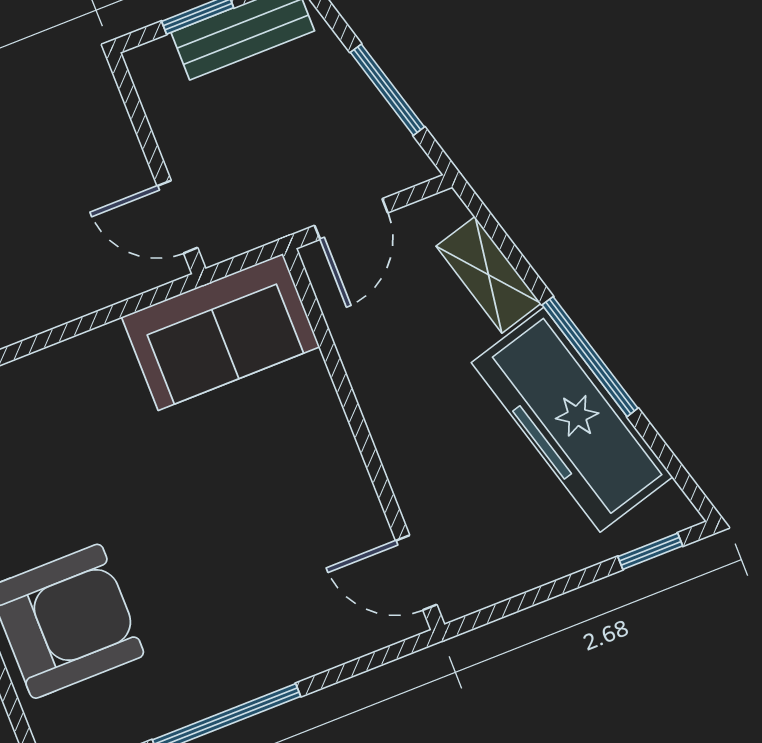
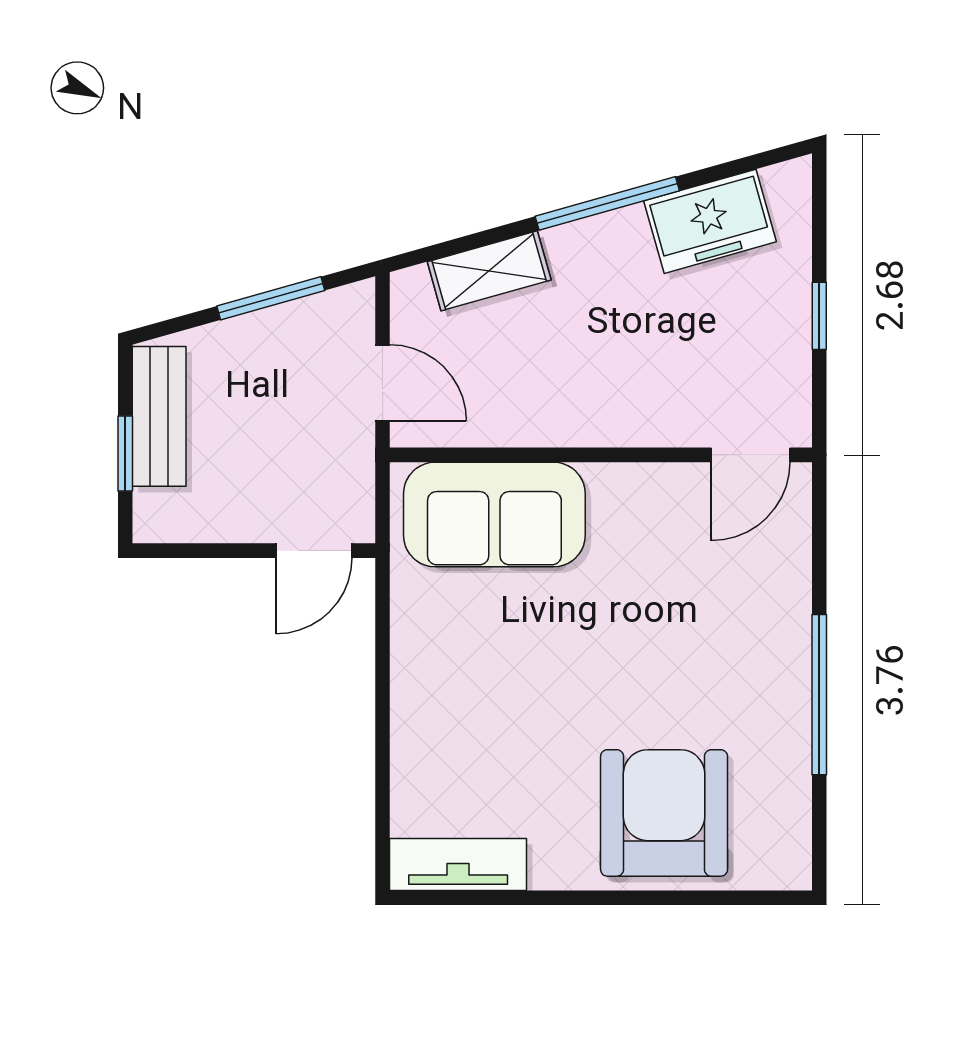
sofa: (221, 332) -> (494, 515), moved, turned 90
freezer: (572, 420) -> (710, 221), width x0.52, depth x0.79
window: (650, 551) -> (819, 316), moved

